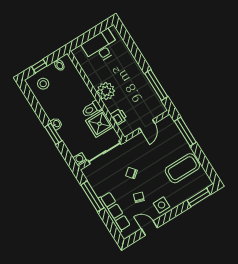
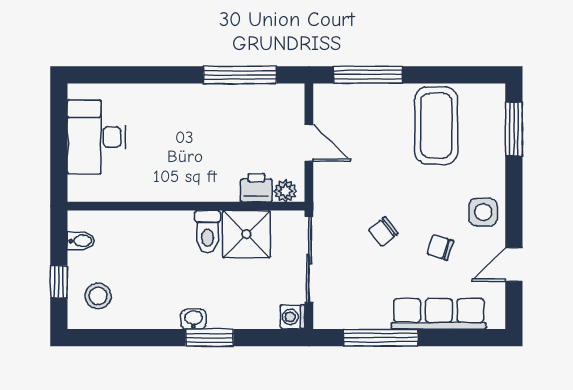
plant: (106, 91) -> (285, 191), moved, width x0.53, depth x0.53

